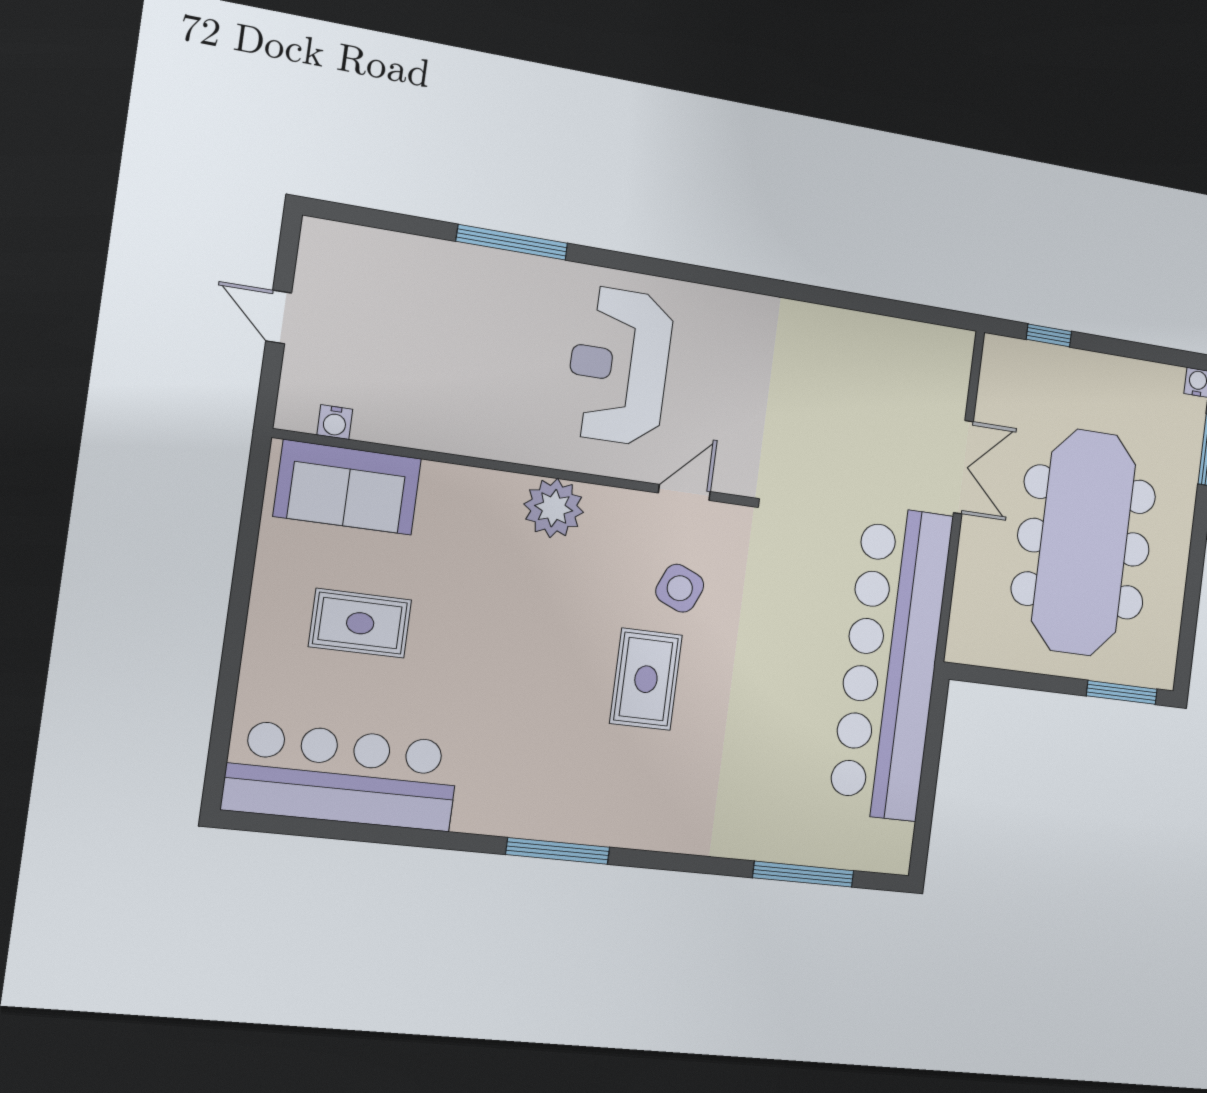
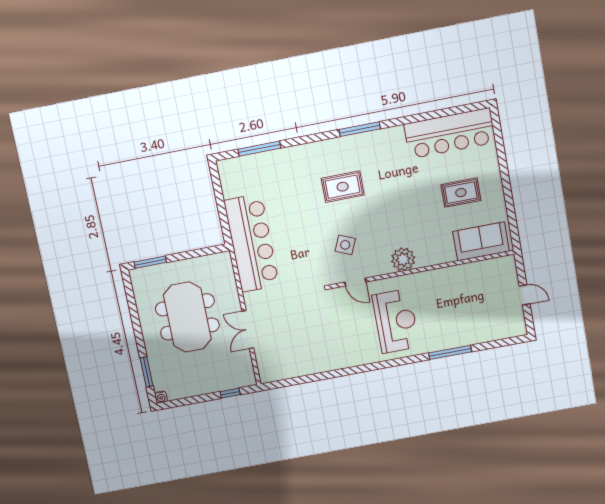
water cooler: (335, 422) -> (493, 264), removed
door: (684, 492) -> (355, 282), hinge flipped
meeting table: (1084, 542) -> (187, 317), width x0.73
bar counter: (891, 663) -> (251, 243), width x0.73
rug: (646, 679) -> (343, 187), moved, turned 90

